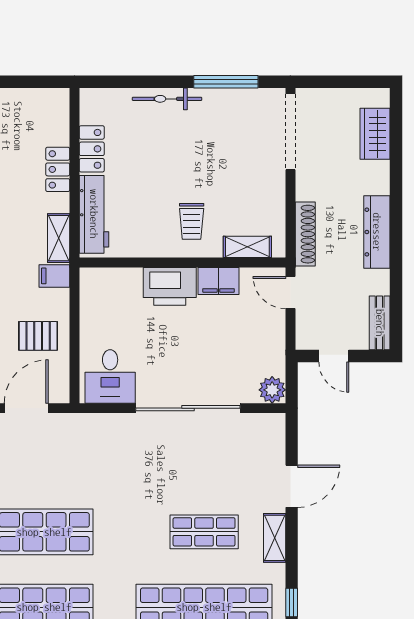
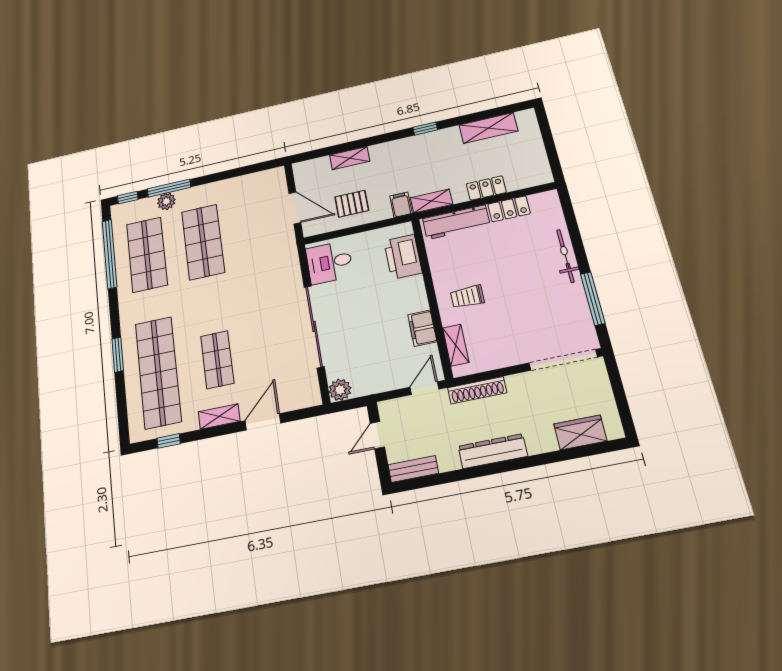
printer: (170, 286) -> (403, 257), moved
pallet: (38, 336) -> (352, 204), turned 90
door: (292, 486) -> (263, 422), swing flipped

